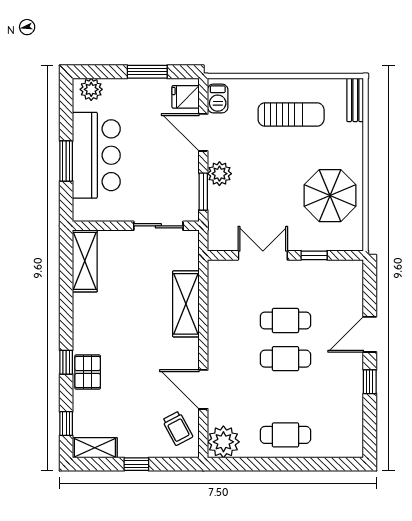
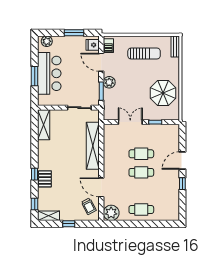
shelving: (186, 304) -> (93, 146), width x1.47

